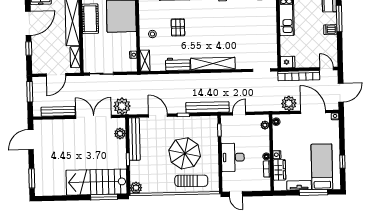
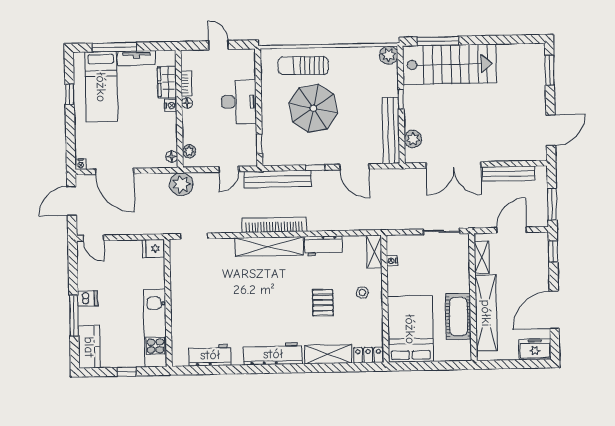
window: (29, 49) -> (553, 251), moved
bookcase: (299, 76) -> (274, 225), moved
plant: (289, 103) -> (181, 184), moved
plant: (122, 106) -> (410, 181), removed
door: (236, 194) -> (218, 45), moved

